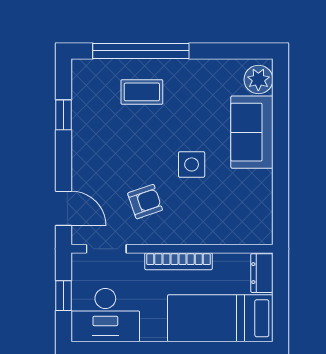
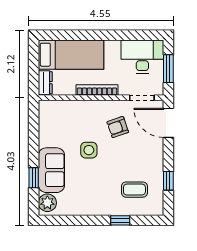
window: (141, 51) -> (120, 220), width x0.32
coffee table: (142, 92) -> (134, 190), moved
window: (280, 120) -> (34, 178), added
door: (64, 208) -> (168, 123), width x1.38
window: (64, 296) -> (168, 69), width x1.50

